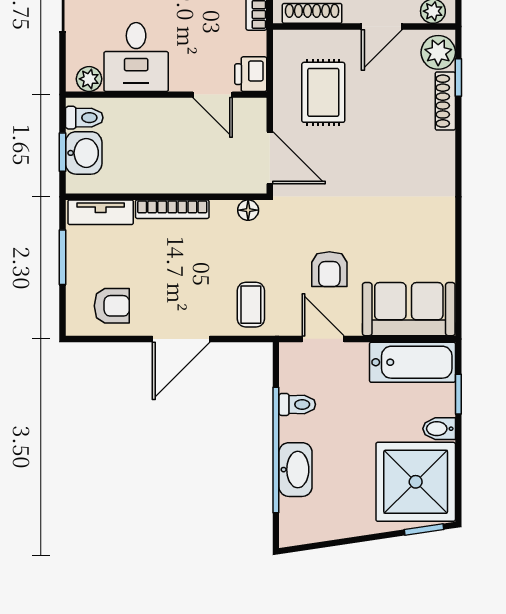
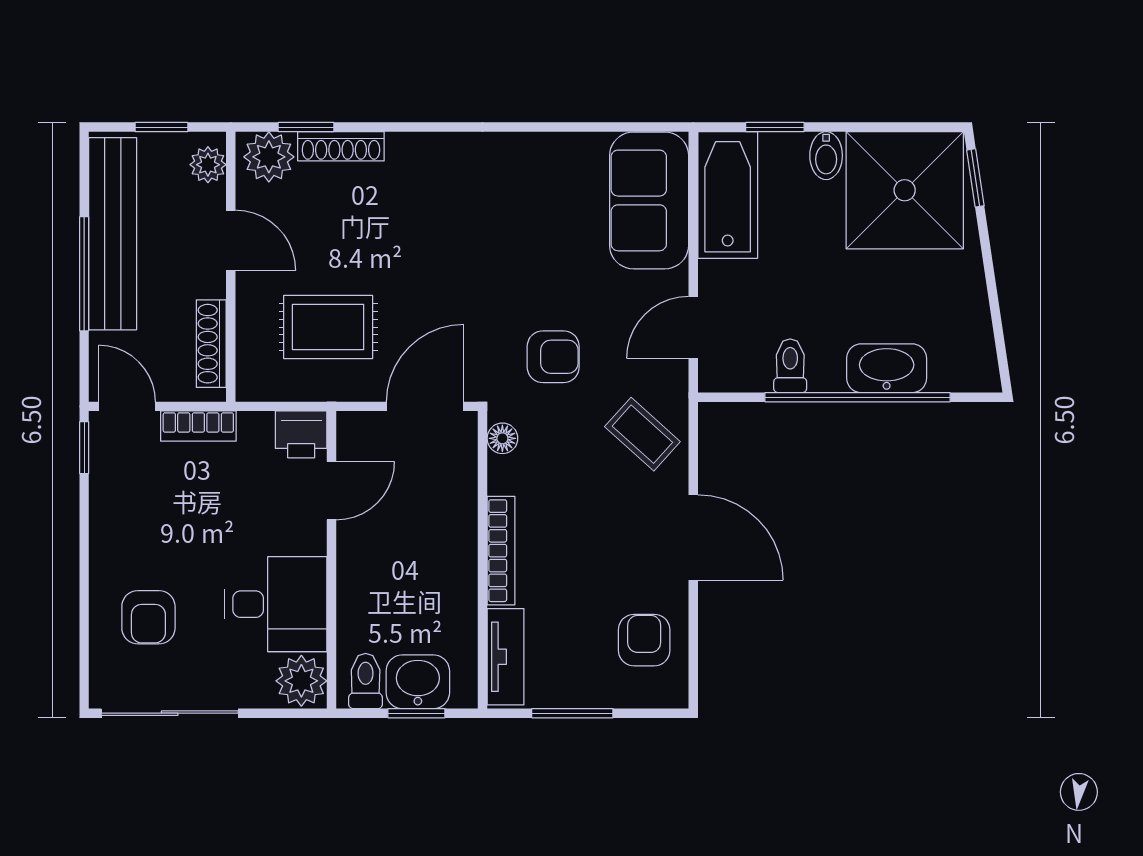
plant: (89, 79) -> (301, 681), width x1.38, depth x1.38
armchair: (329, 269) -> (553, 357), moved
coffee table: (251, 305) -> (642, 434), turned 42

